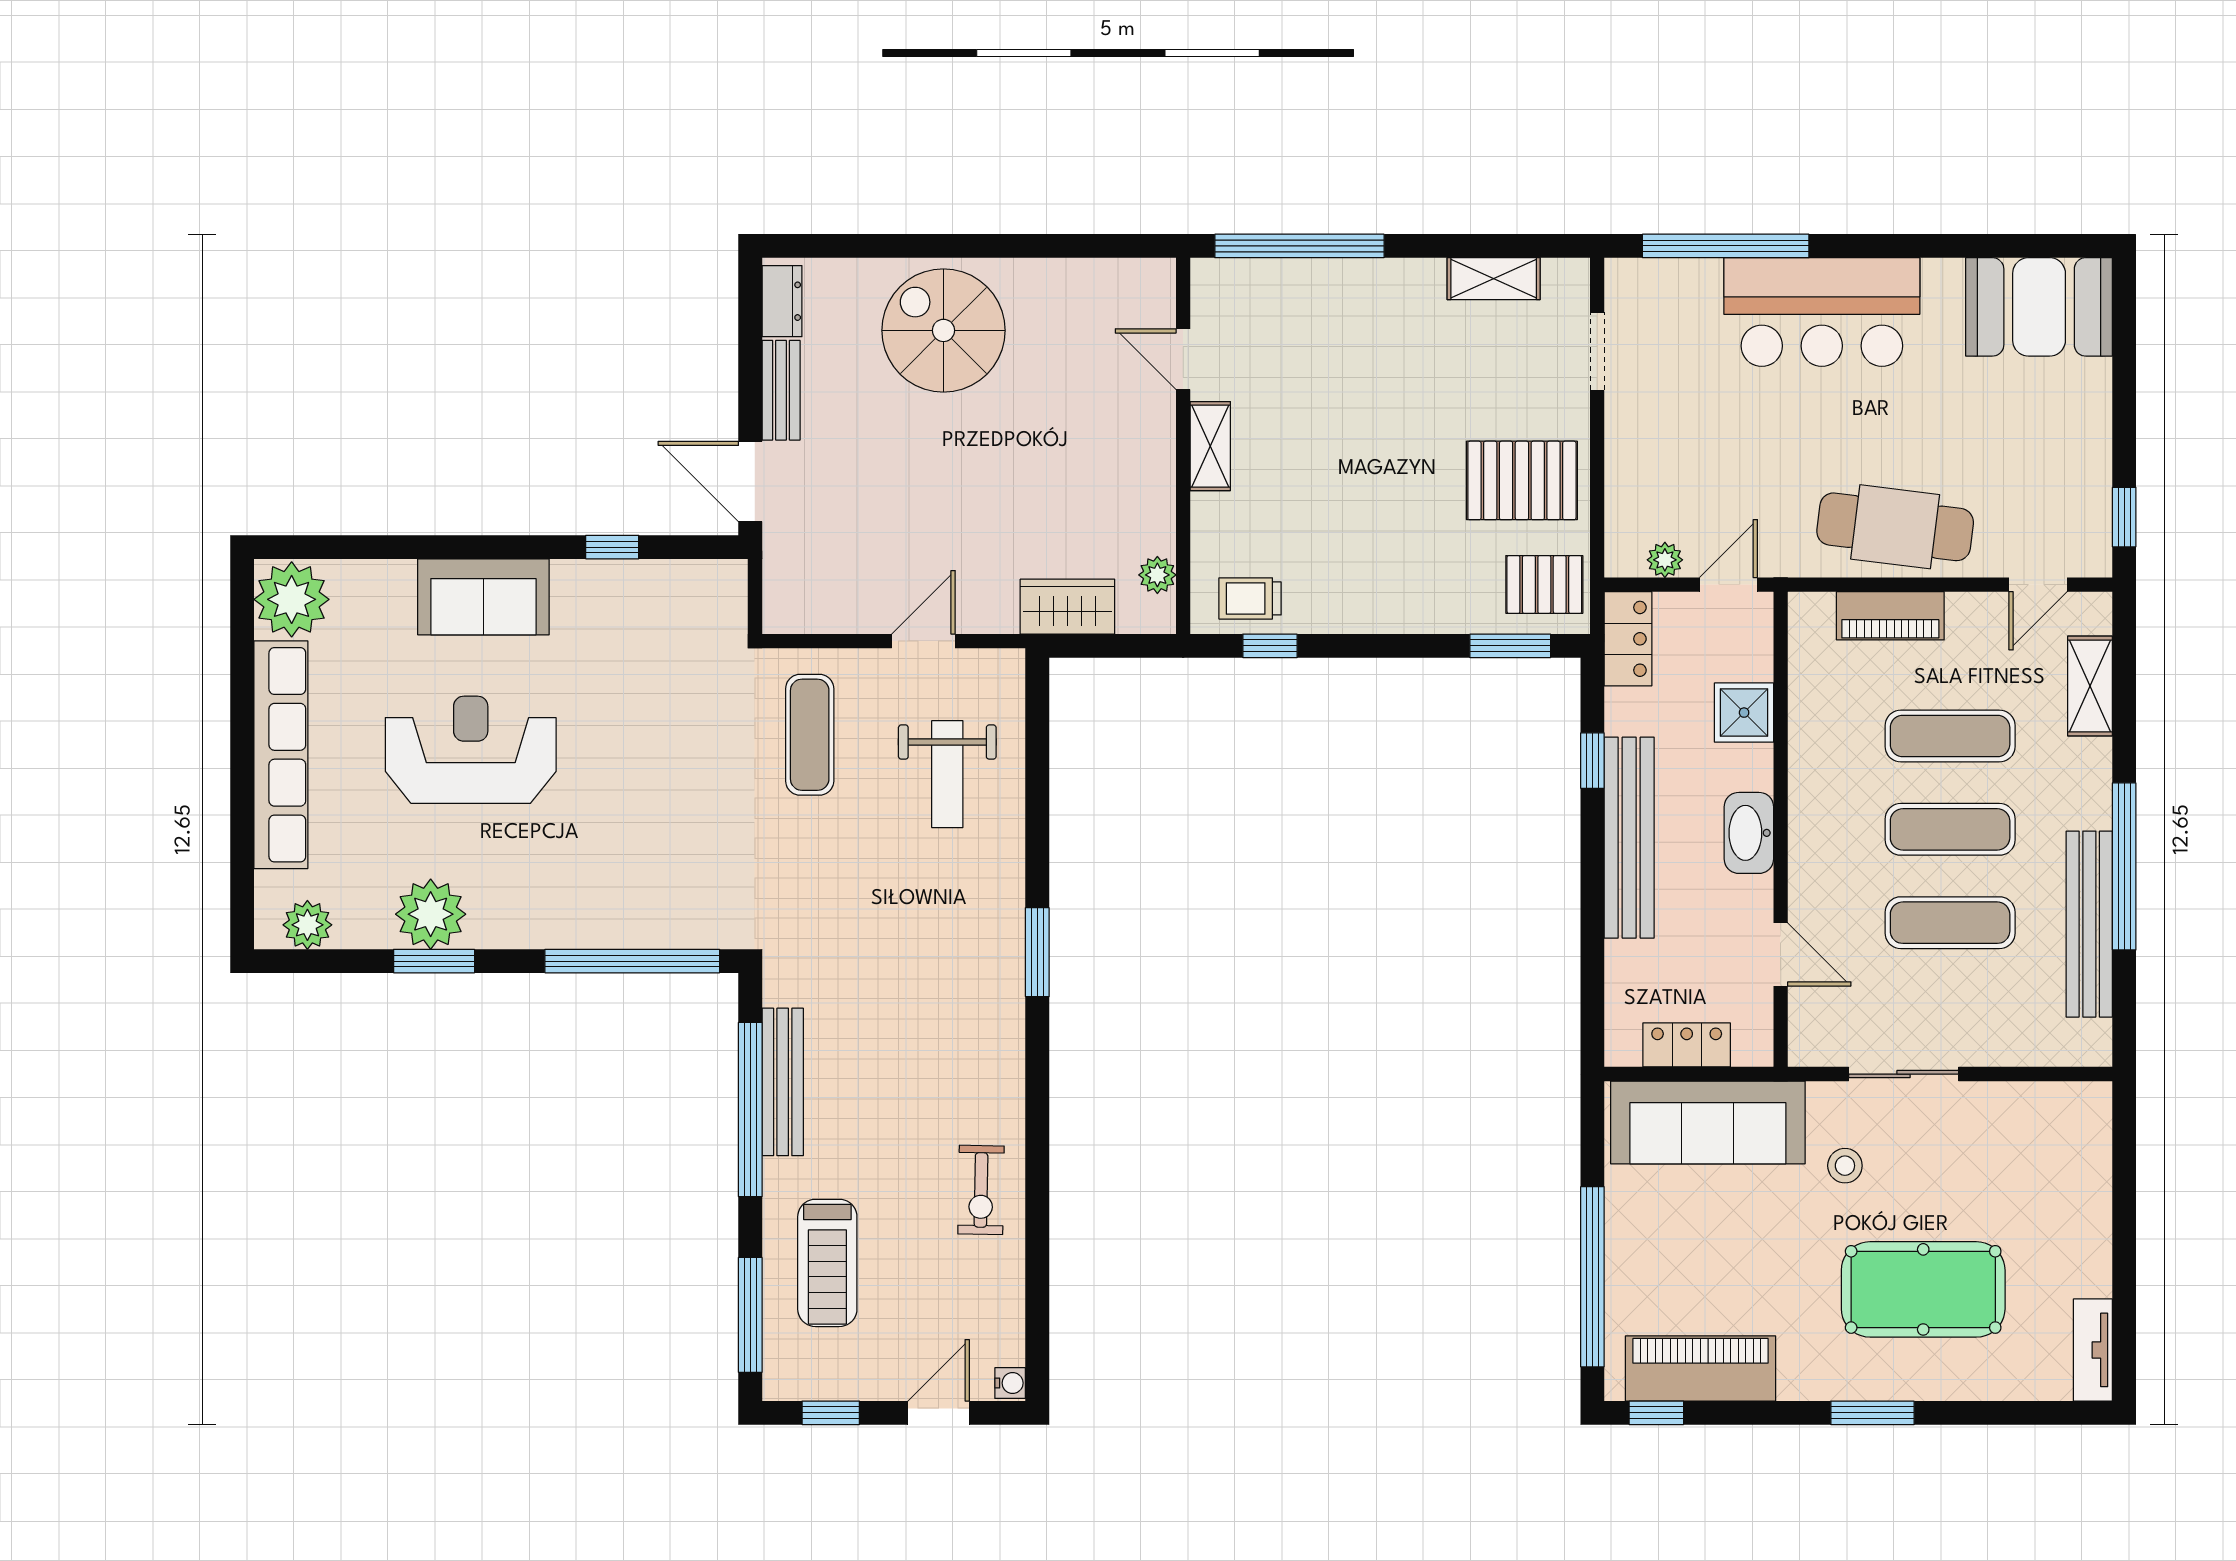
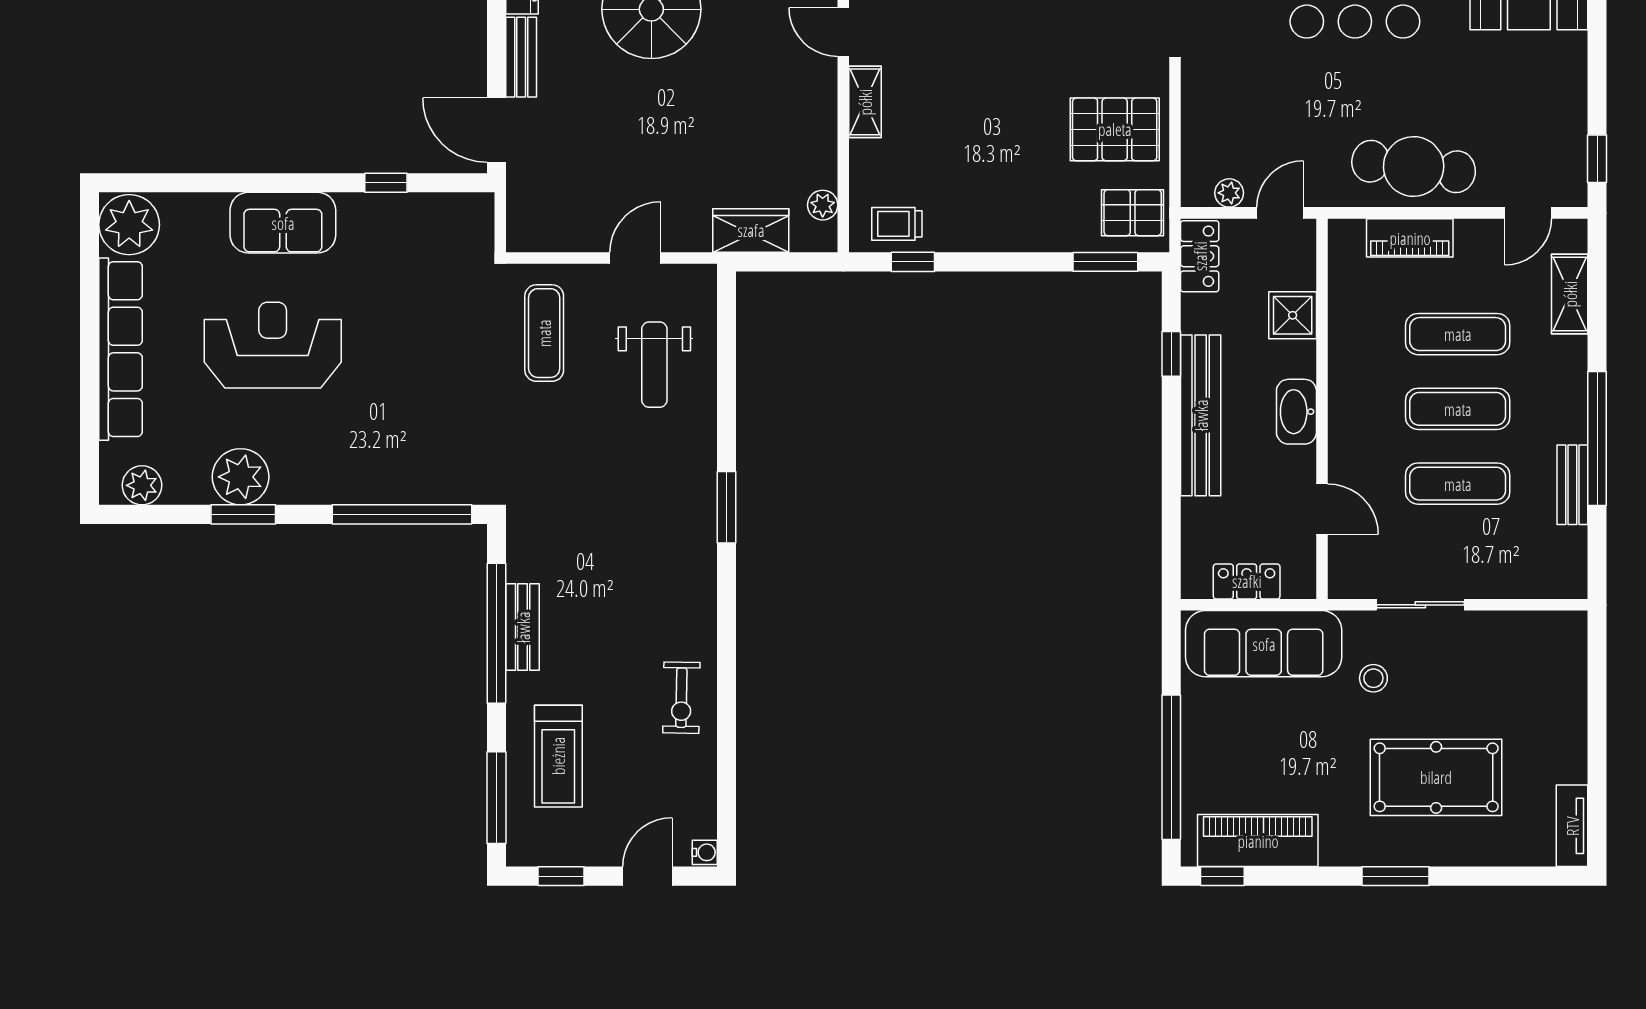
bench: (2089, 924) -> (1572, 485), width x0.54, depth x0.82
bench: (783, 1082) -> (523, 627), width x0.73

